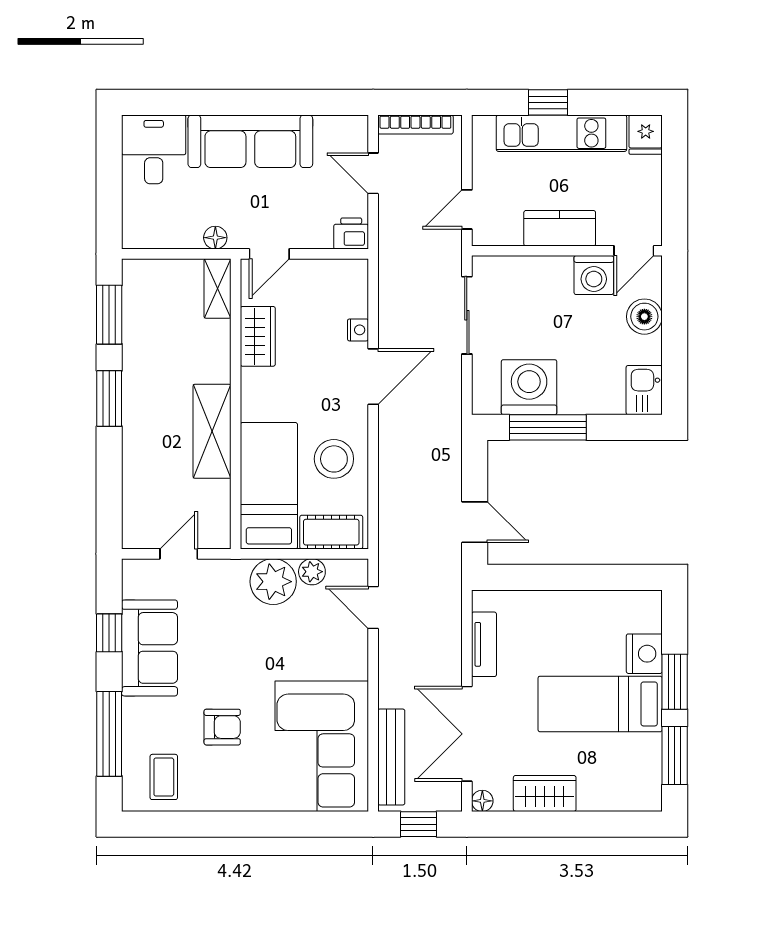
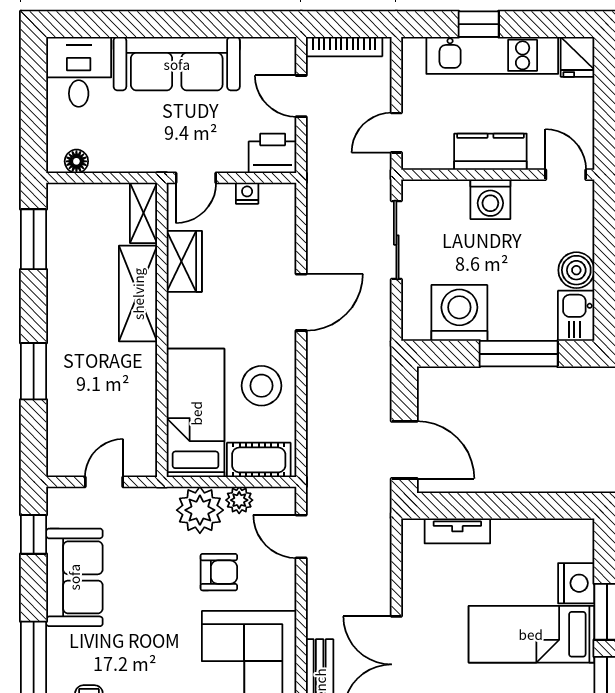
printer: (351, 233) -> (273, 153), width x1.36, depth x1.24
floor lamp: (215, 238) -> (76, 161), moved
door: (634, 251) -> (566, 175), swing flipped
washing machine: (594, 275) -> (490, 199), moved
boiler: (644, 317) -> (576, 270), moved
nightstand: (358, 330) -> (247, 193), moved, turned -90
window: (109, 398) -> (34, 371), moved
window: (548, 427) -> (519, 354), moved
shelving: (212, 431) -> (138, 294), moved
door: (475, 522) -> (404, 450), width x1.38
window: (109, 633) -> (34, 534), moved
tv unit: (484, 644) -> (457, 531), moved, turned 90
armchair: (222, 727) -> (219, 572), moved

